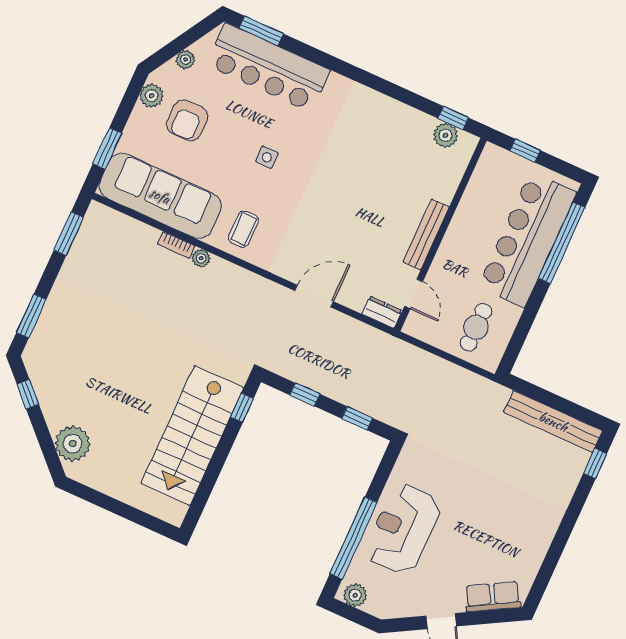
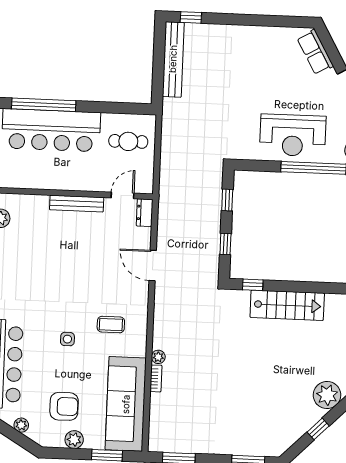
plant: (152, 96) -> (74, 440), moved
coffee table: (243, 229) -> (111, 325), moved
window: (28, 394) -> (318, 429), moved
stairs: (192, 436) -> (287, 305), width x0.73, depth x0.66

